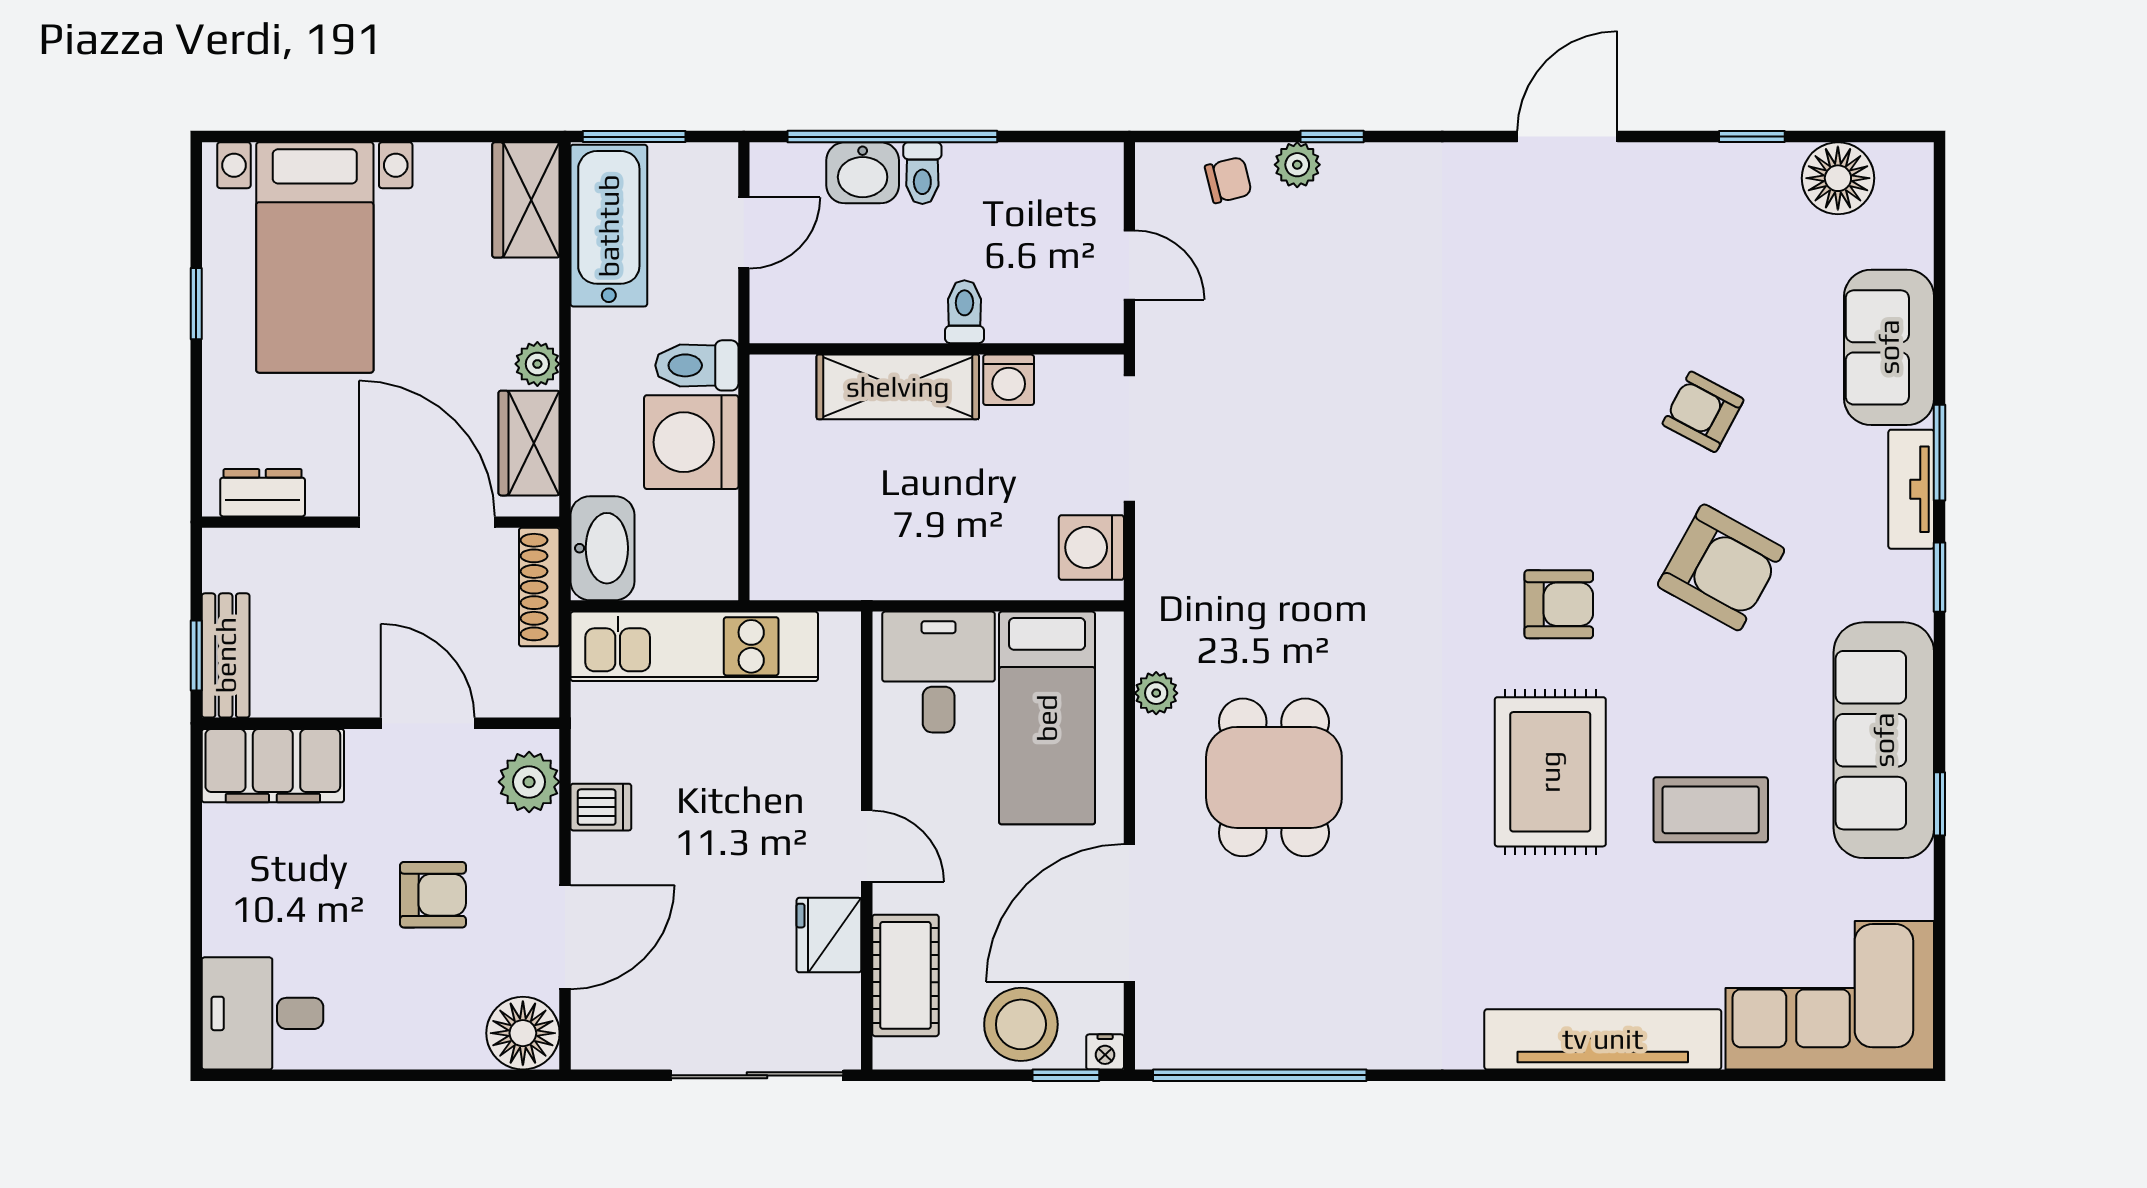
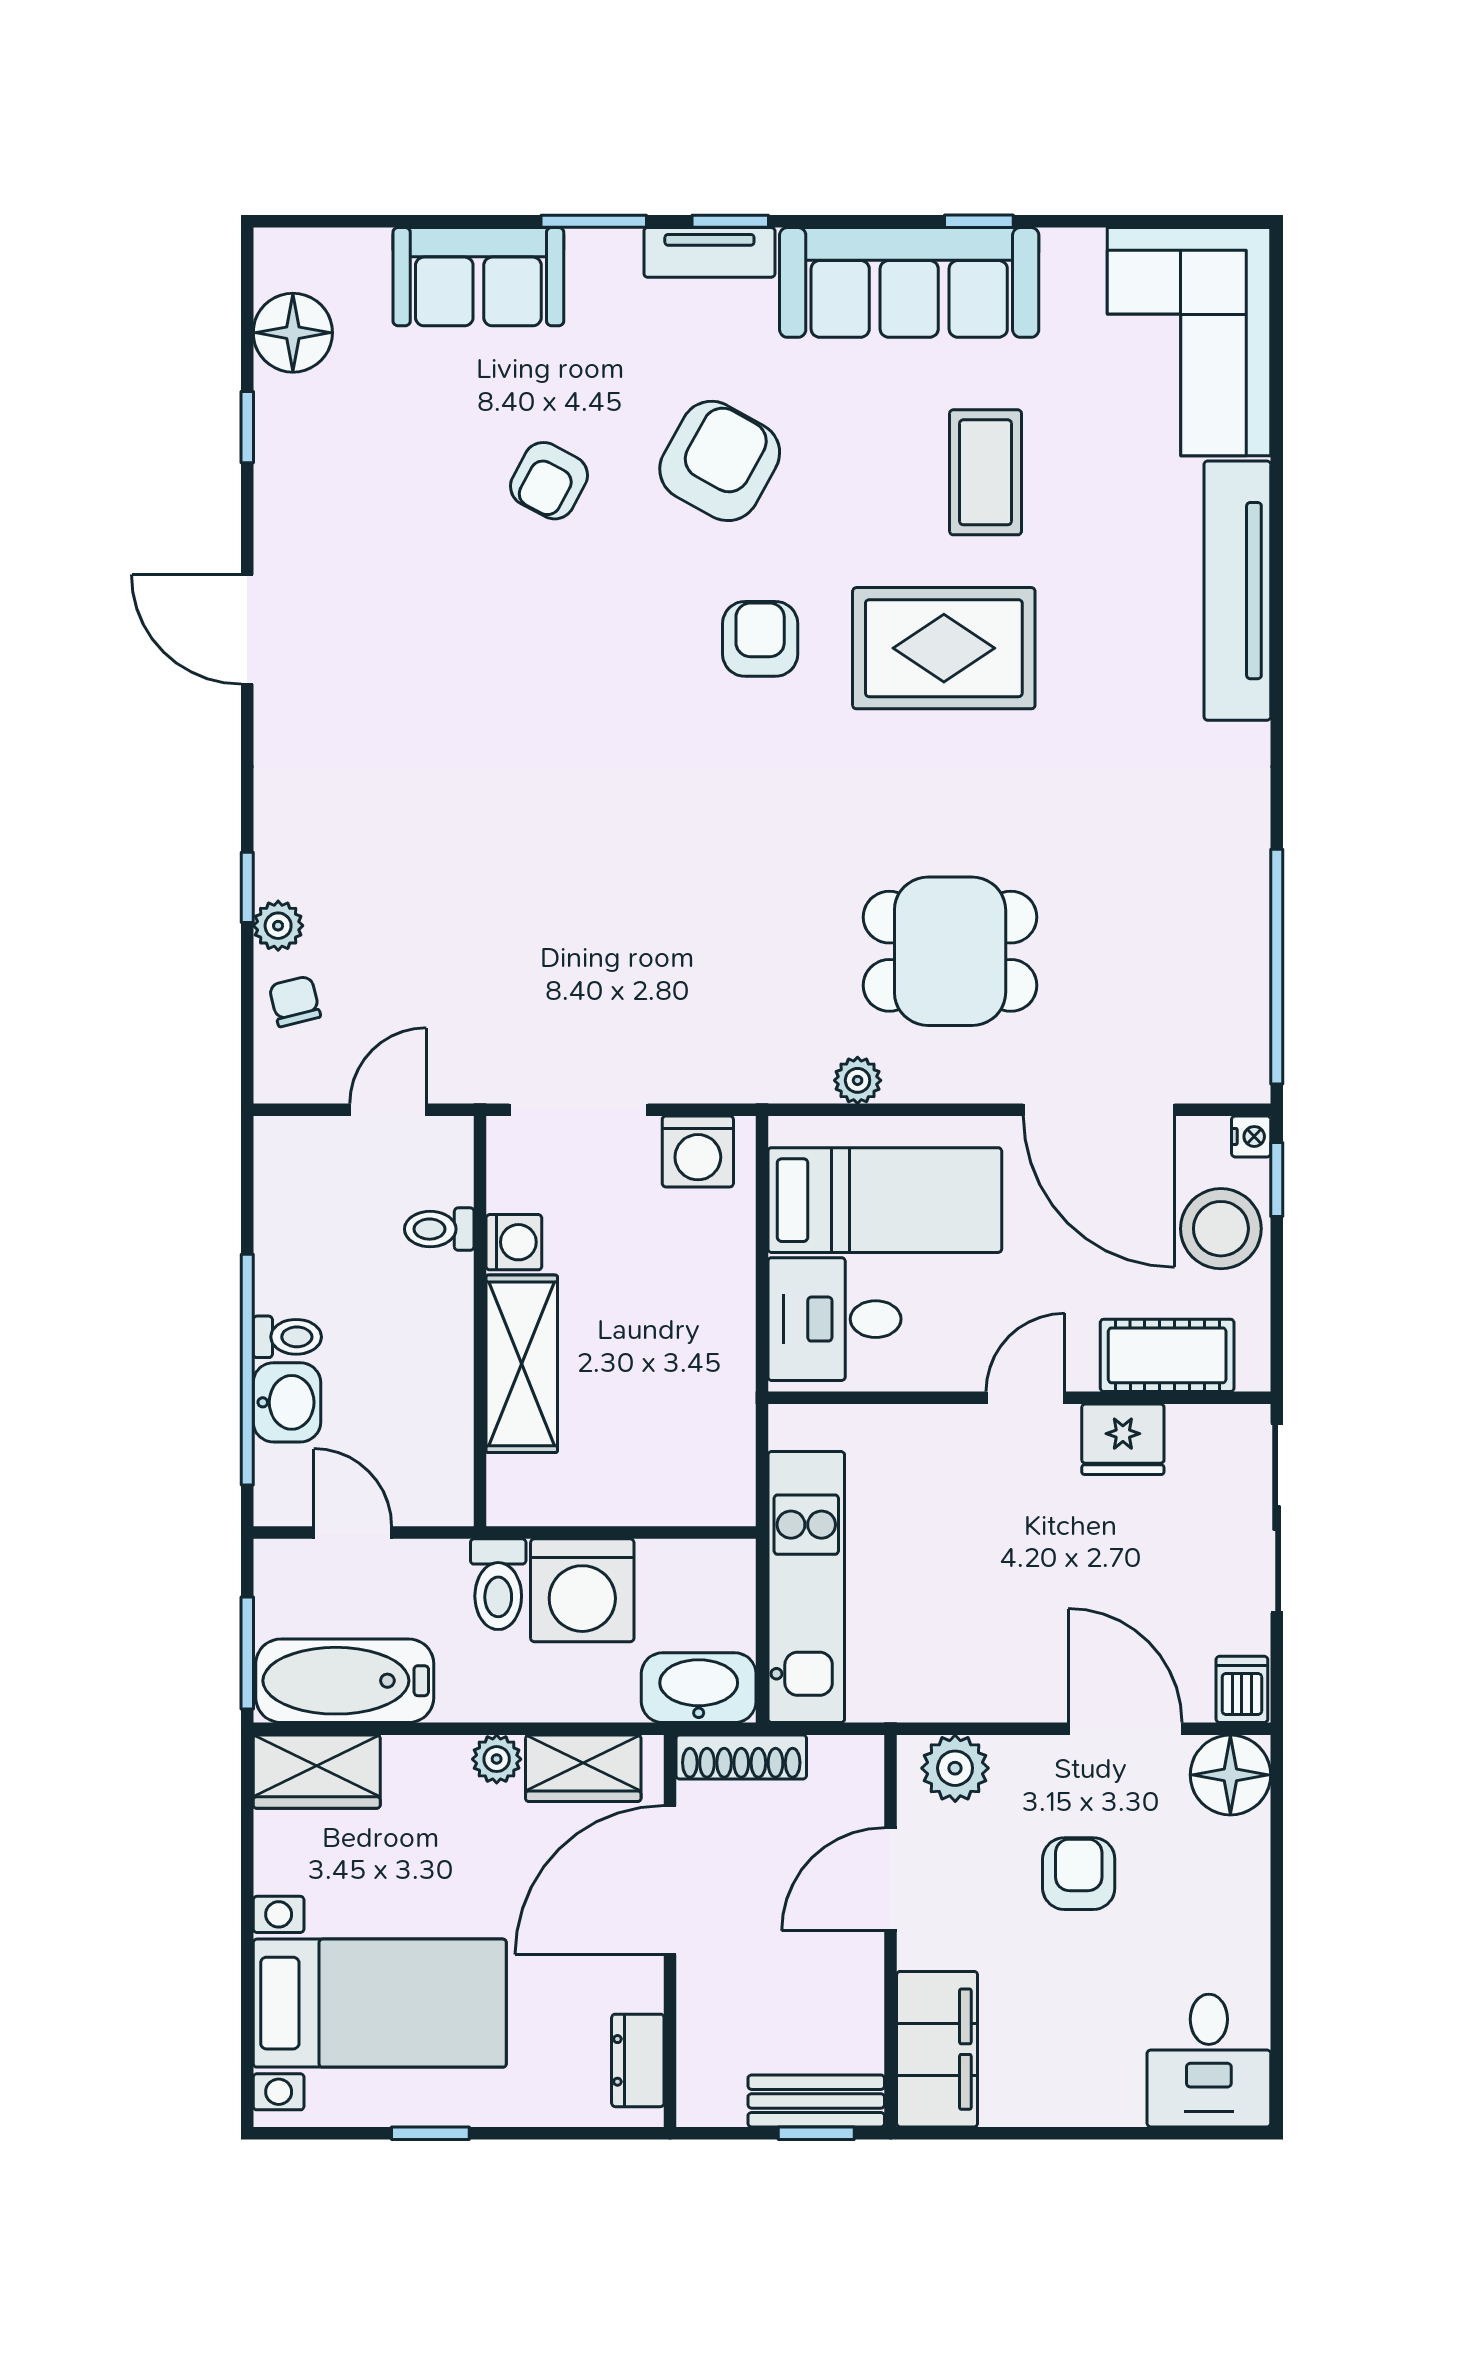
toilet: (964, 312) -> (439, 1229), moved
tv unit: (1911, 489) -> (709, 252), moved
dishwasher: (601, 807) -> (1242, 1689), moved

